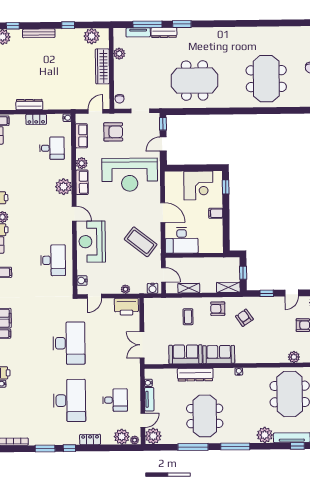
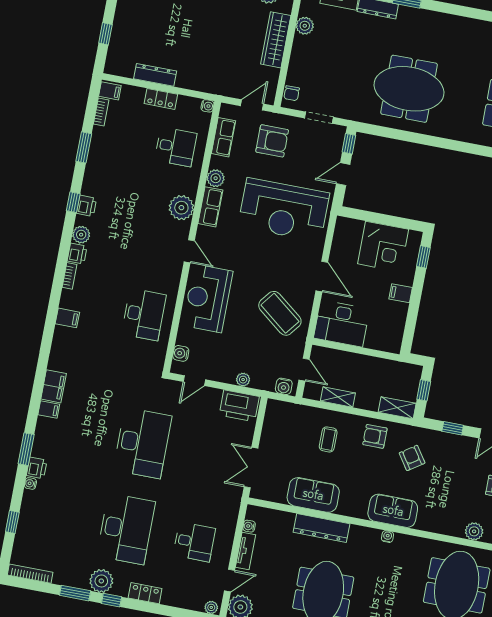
sofa: (219, 355) -> (393, 511), moved
plant: (122, 437) -> (101, 581), moved

